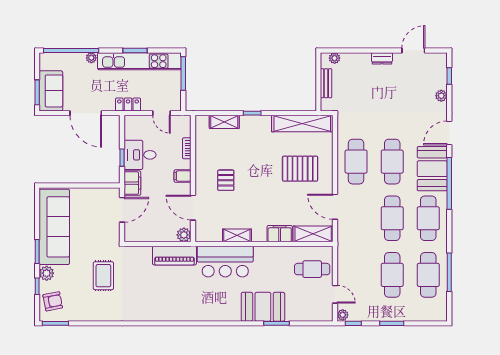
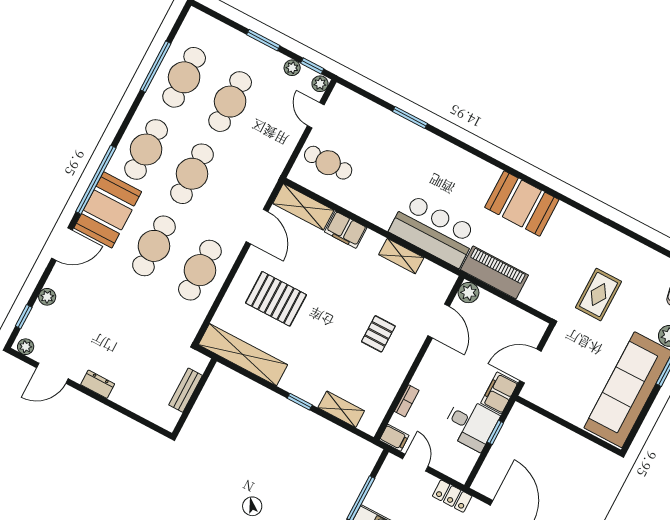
plant: (335, 58) -> (26, 347), moved
filing cabinet: (183, 176) -> (394, 438), moved
booth: (263, 307) -> (522, 204), moved
plant: (365, 316) -> (292, 68), added

